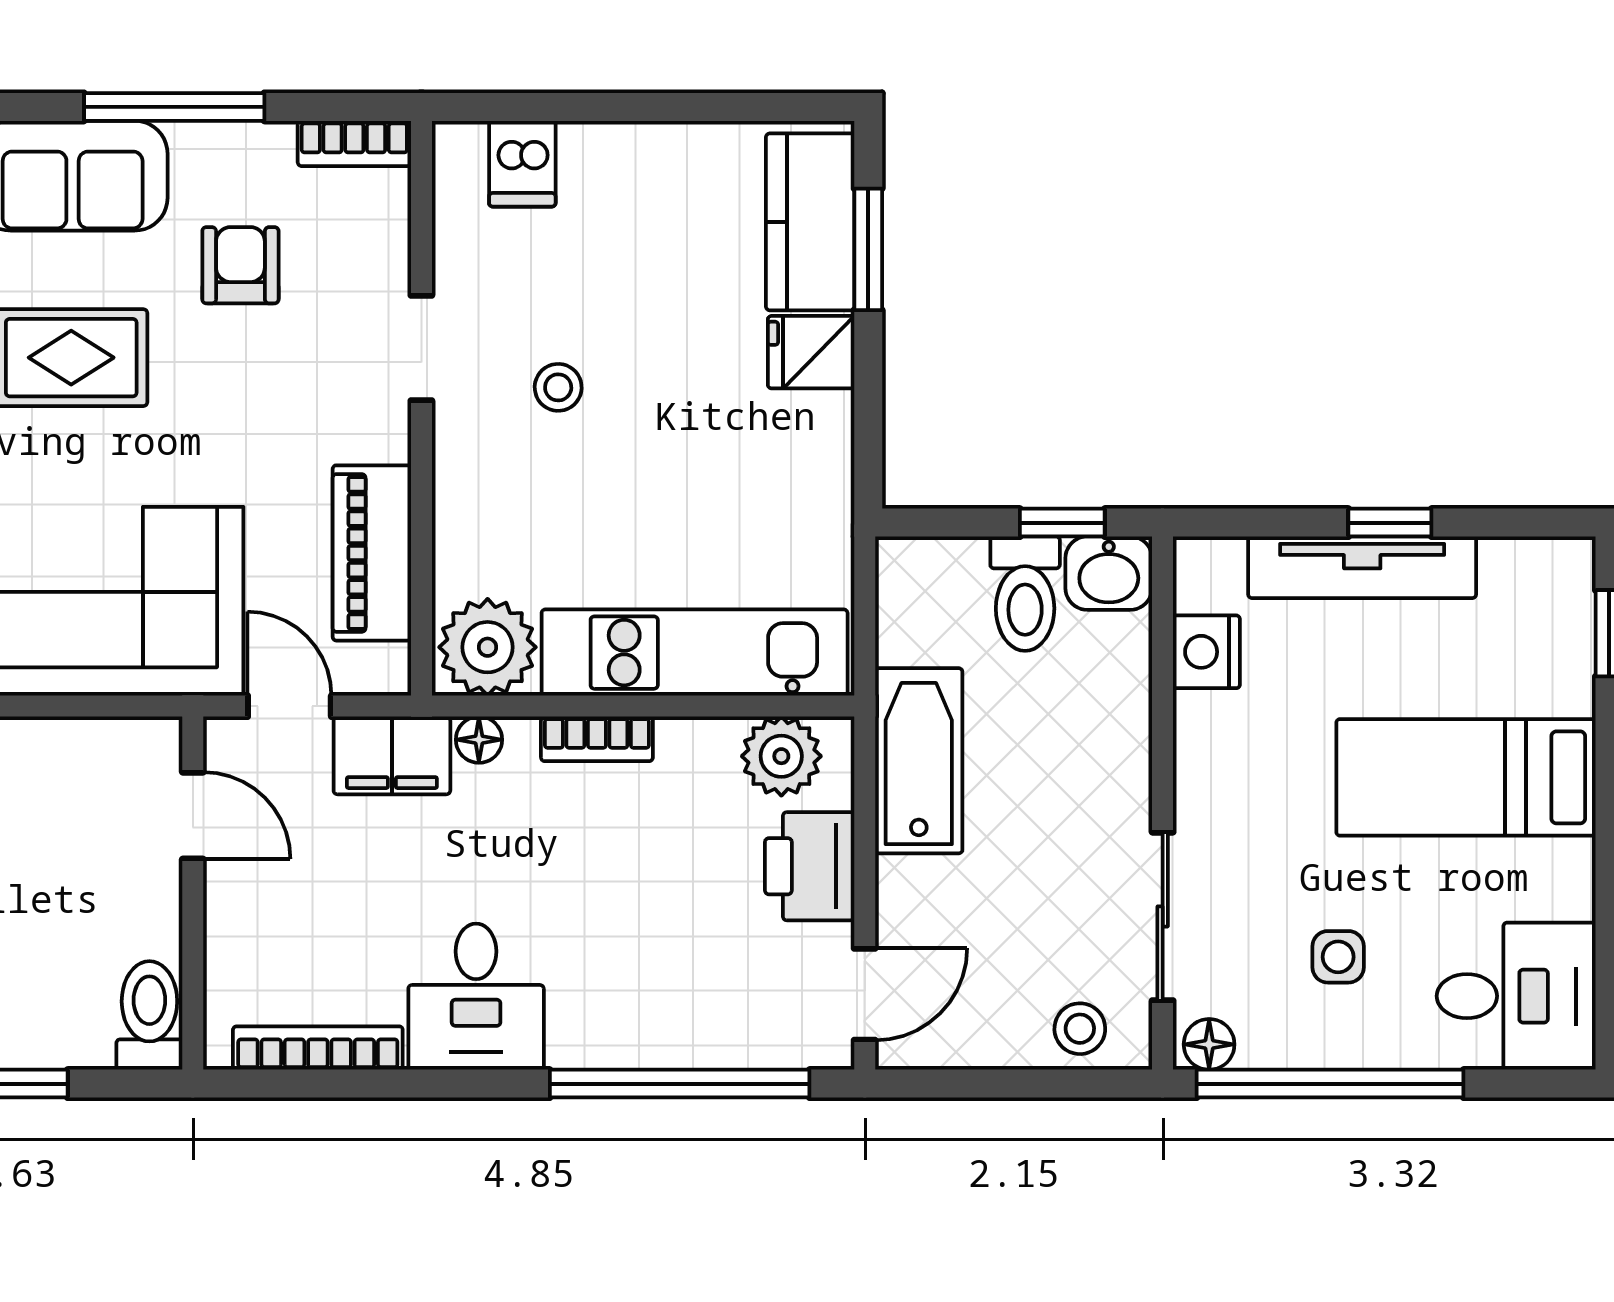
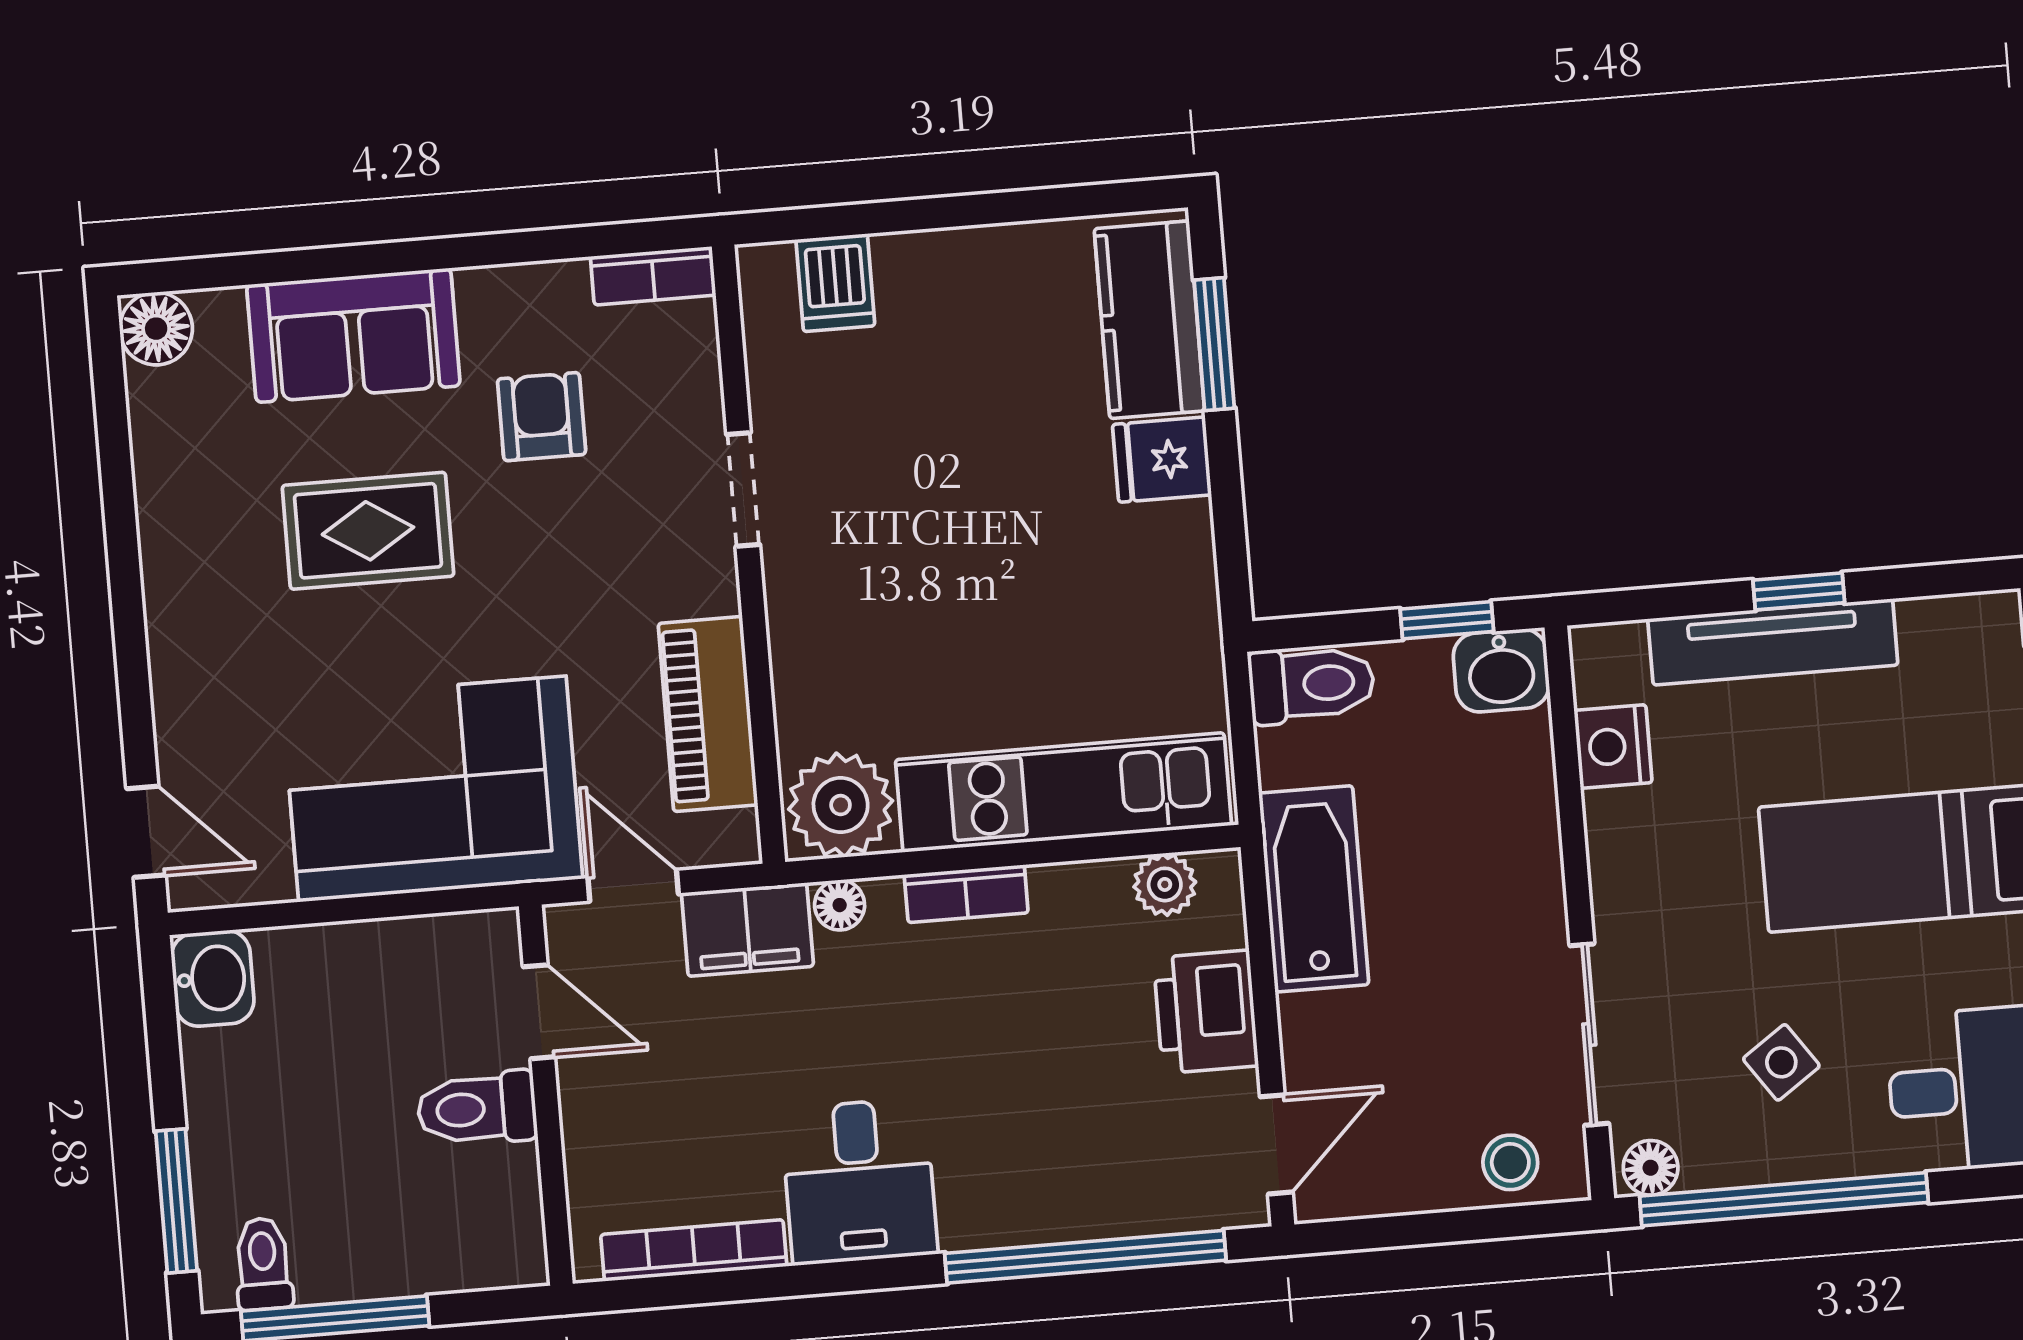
window: (174, 107) -> (456, 252), removed
stool: (558, 387) -> (894, 520), removed
toilet: (1025, 594) -> (1312, 684), moved, turned -90
plant: (781, 756) -> (1165, 884), width x0.73, depth x0.73
side table: (1338, 957) -> (1781, 1062), turned -35
toilet: (149, 1015) -> (477, 1109), moved, turned -90

